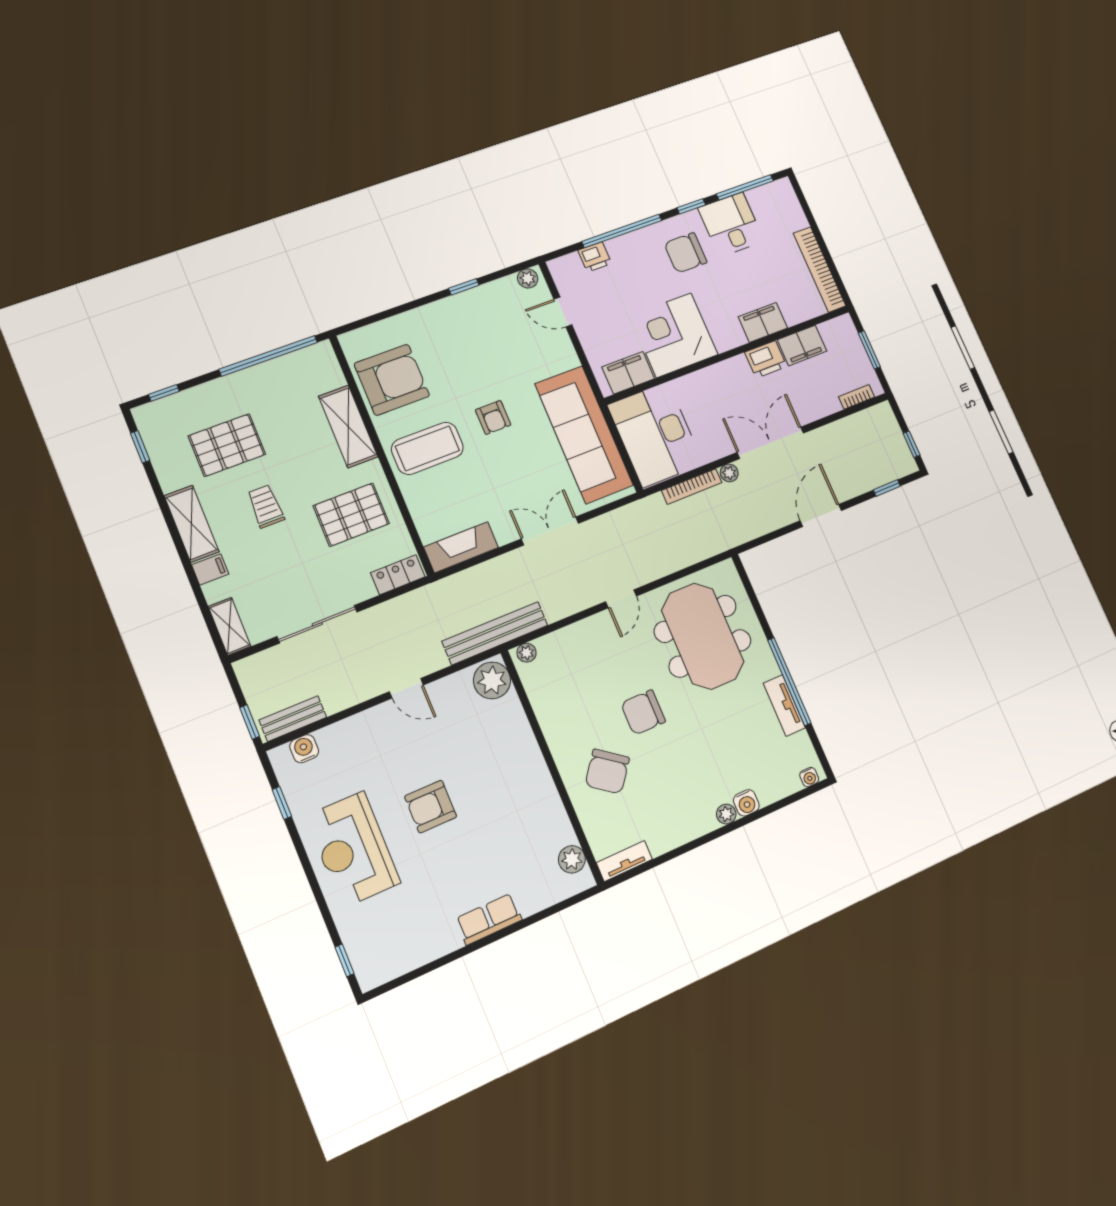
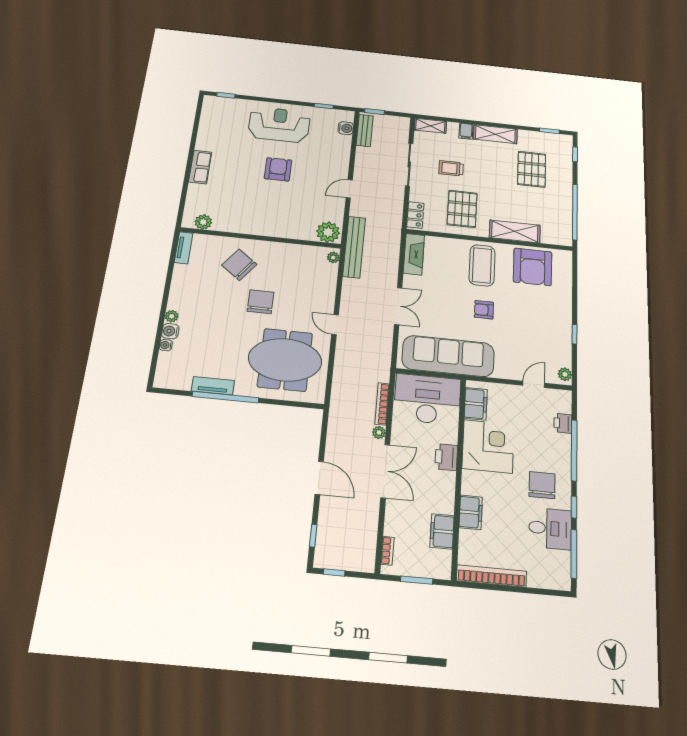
printer: (766, 359) -> (446, 457), moved
trolley: (266, 506) -> (451, 168), moved, turned 180
water cooler: (809, 777) -> (166, 345), moved

